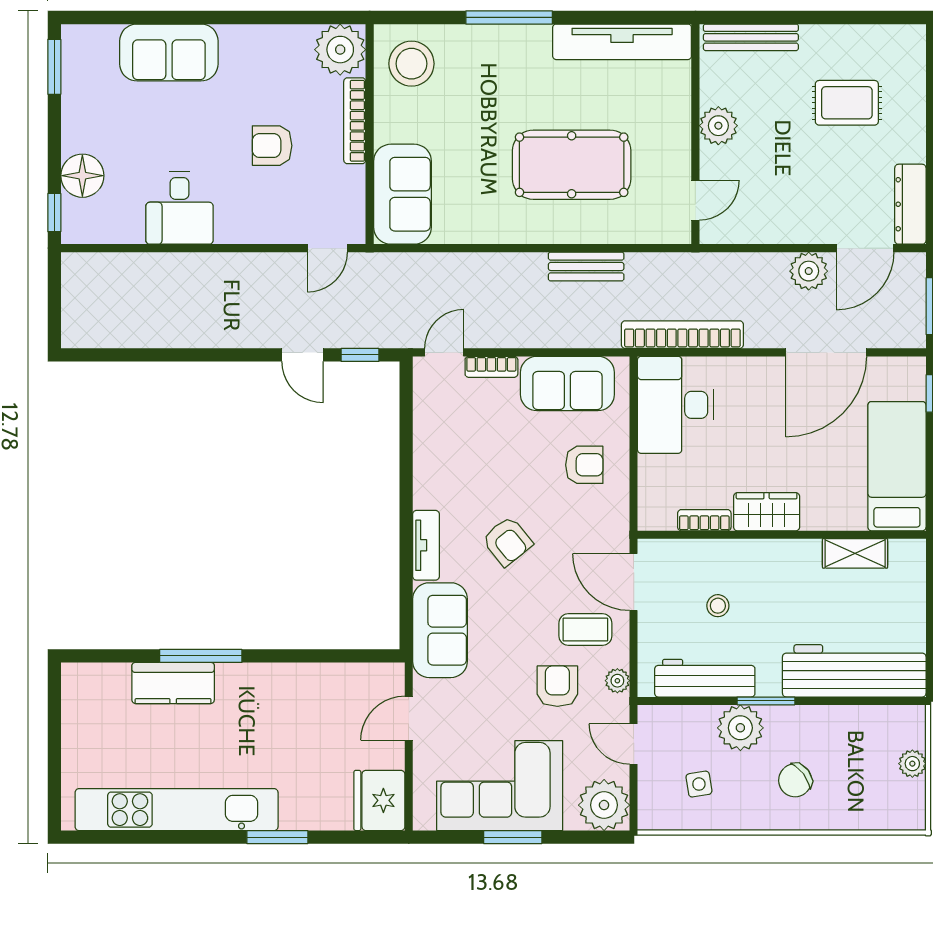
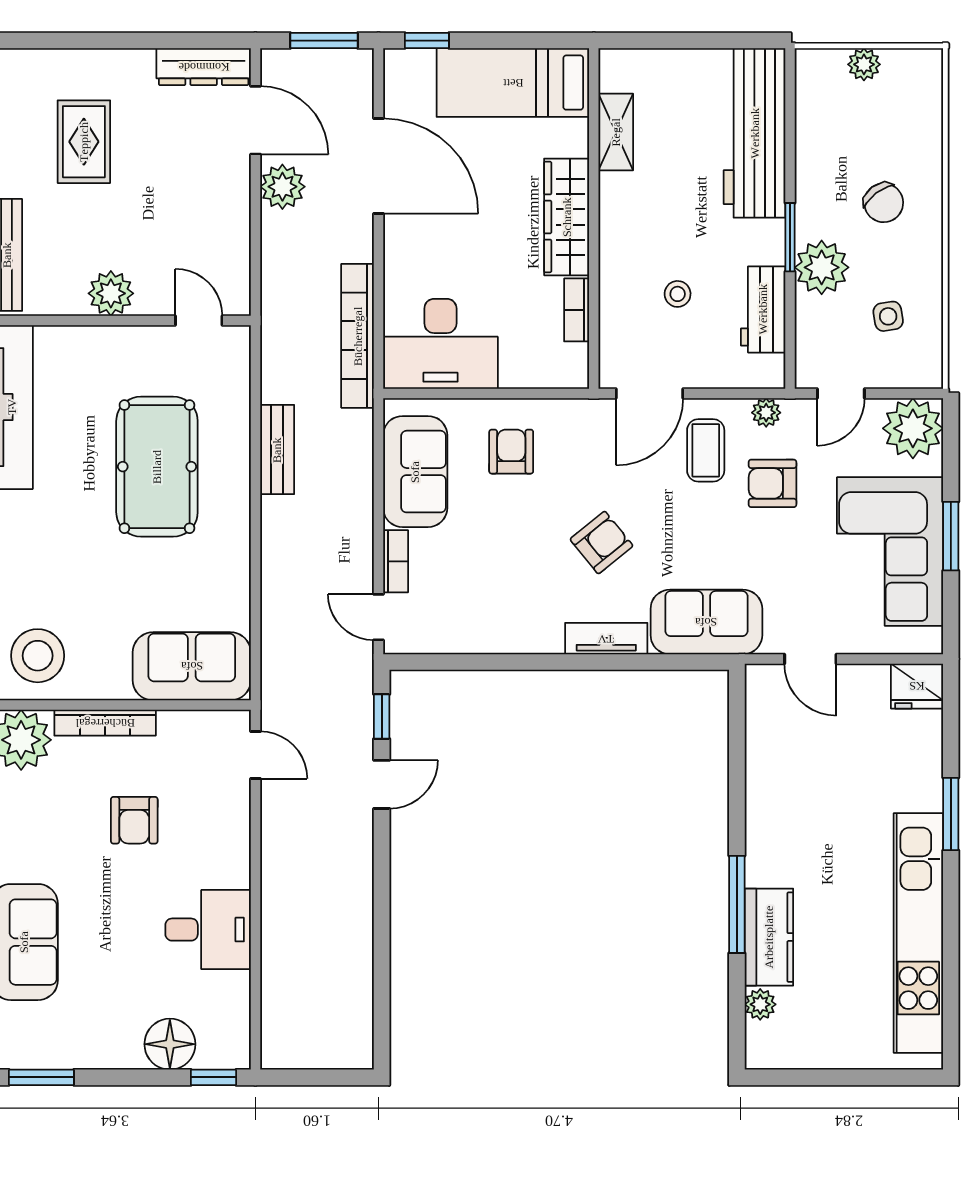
wardrobe: (767, 512) -> (567, 217), width x1.50
plant: (116, 676) -> (760, 1004), added
workbench: (705, 678) -> (763, 309), width x0.73
fridge: (379, 800) -> (917, 686), width x0.73, depth x0.75

